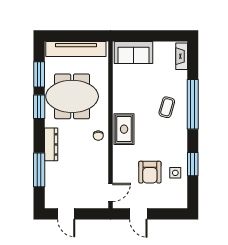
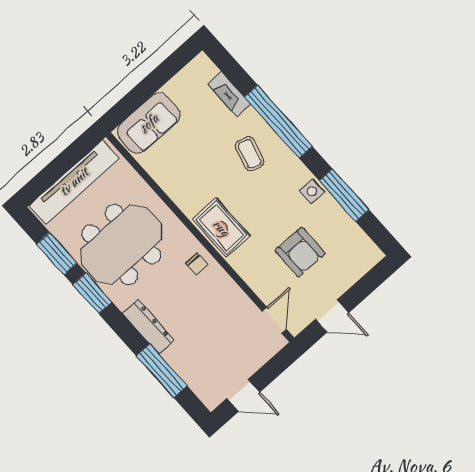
fireplace: (182, 56) -> (229, 94), moved
window: (193, 164) -> (344, 195), width x1.44
side table: (175, 173) -> (312, 191), moved

